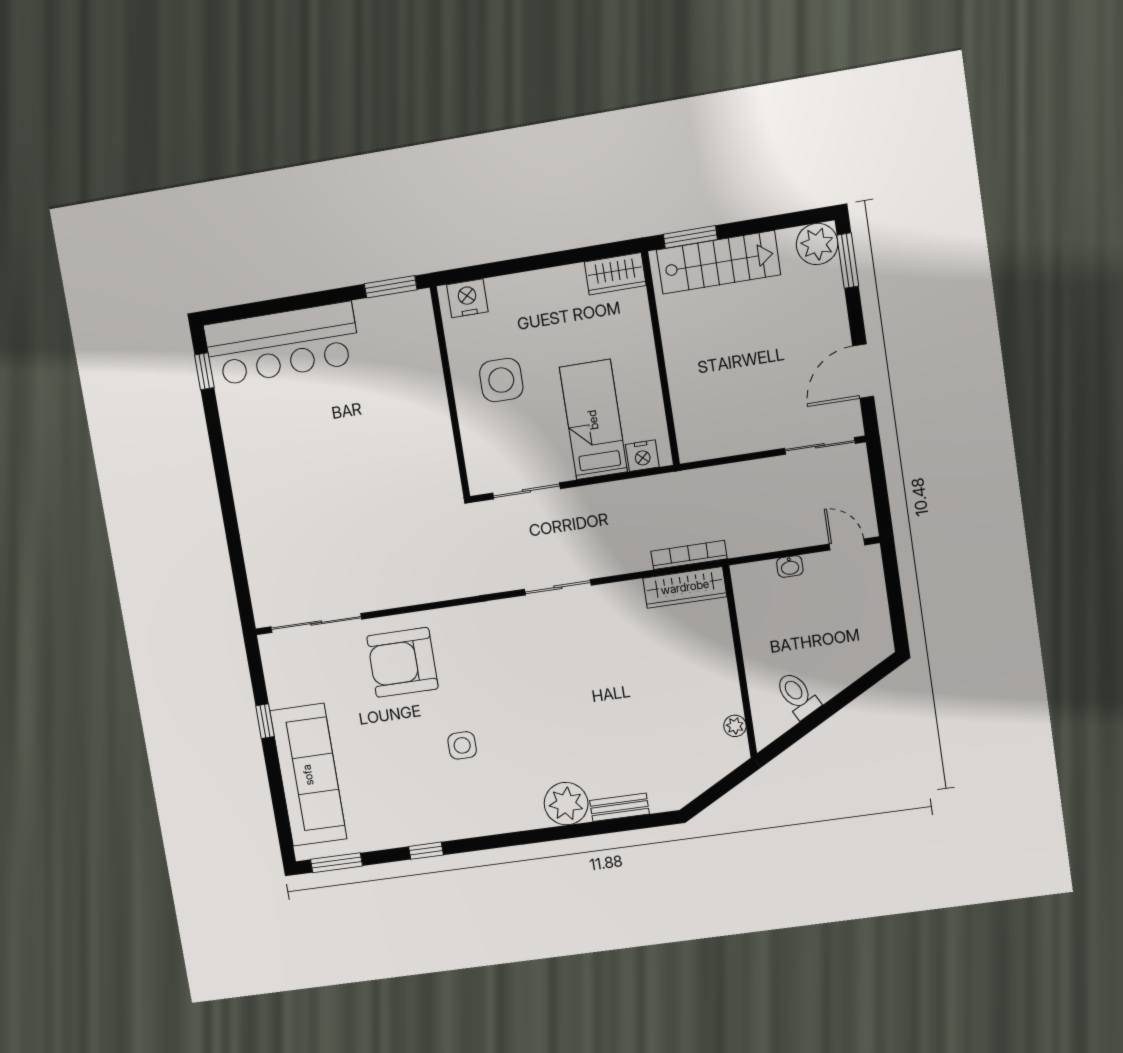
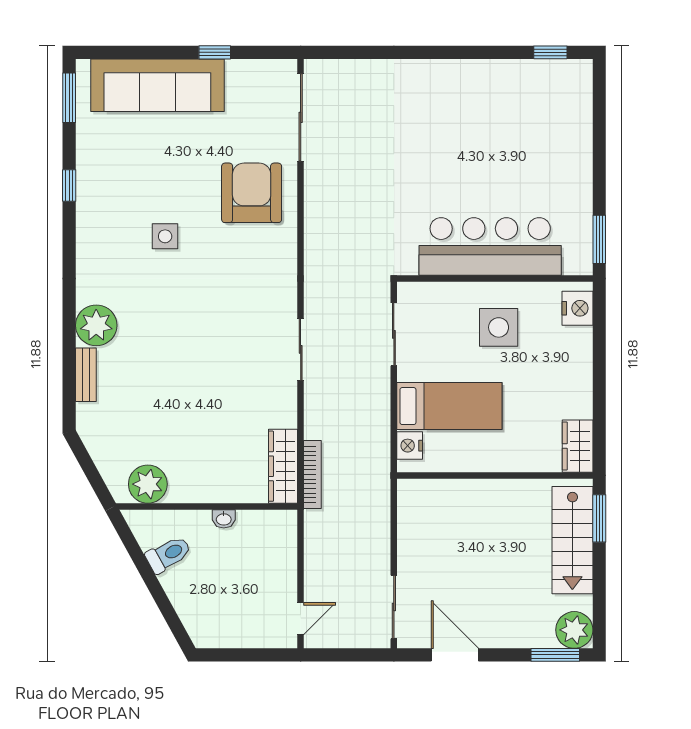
bar counter: (282, 344) -> (490, 246), moved, turned 90
washbasin: (790, 566) -> (224, 519), moved, turned -90
plant: (735, 726) -> (148, 484), width x1.87, depth x1.87

